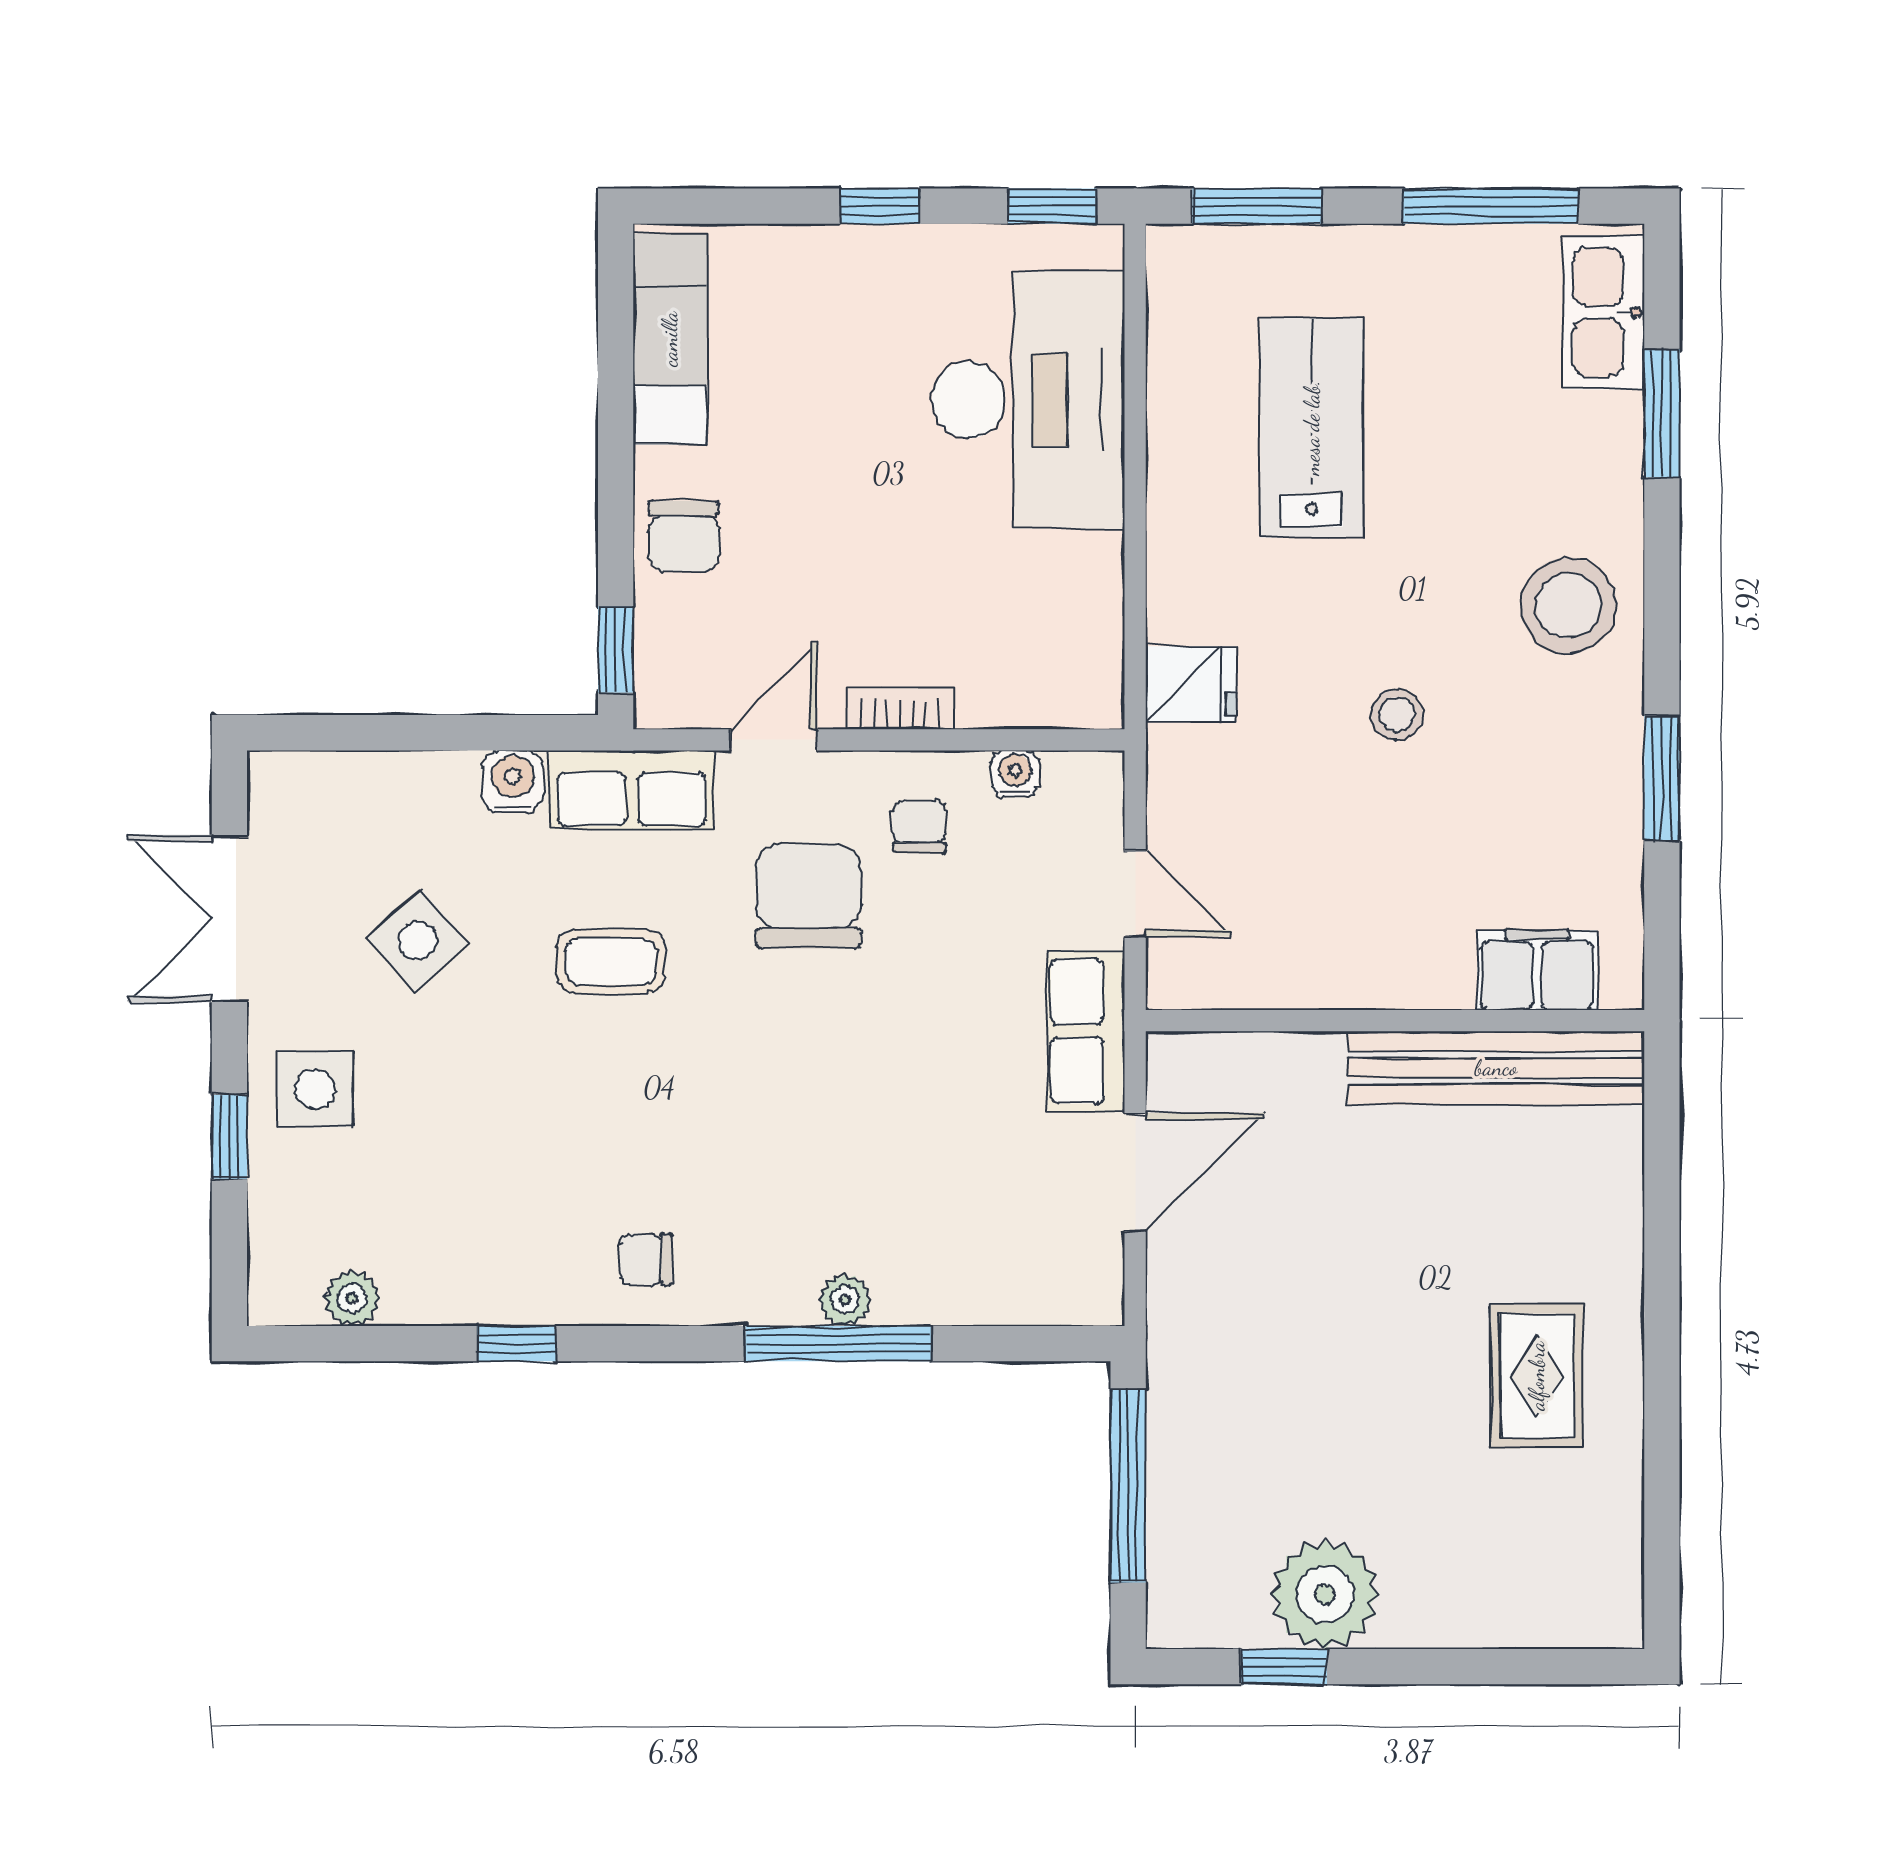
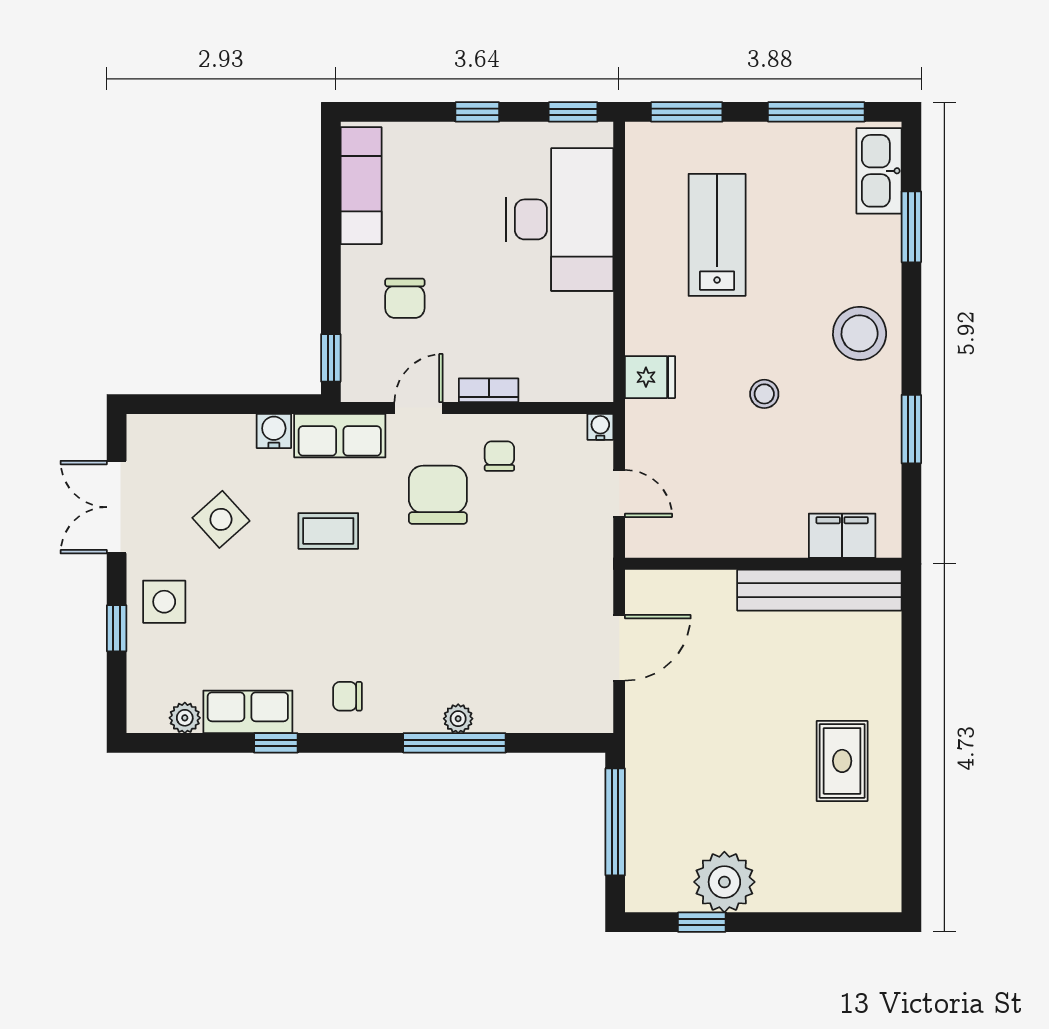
chair: (684, 536) -> (405, 298), moved
water cooler: (1015, 774) -> (600, 427), moved
row of seats: (1086, 1031) -> (248, 712), moved, turned 90

